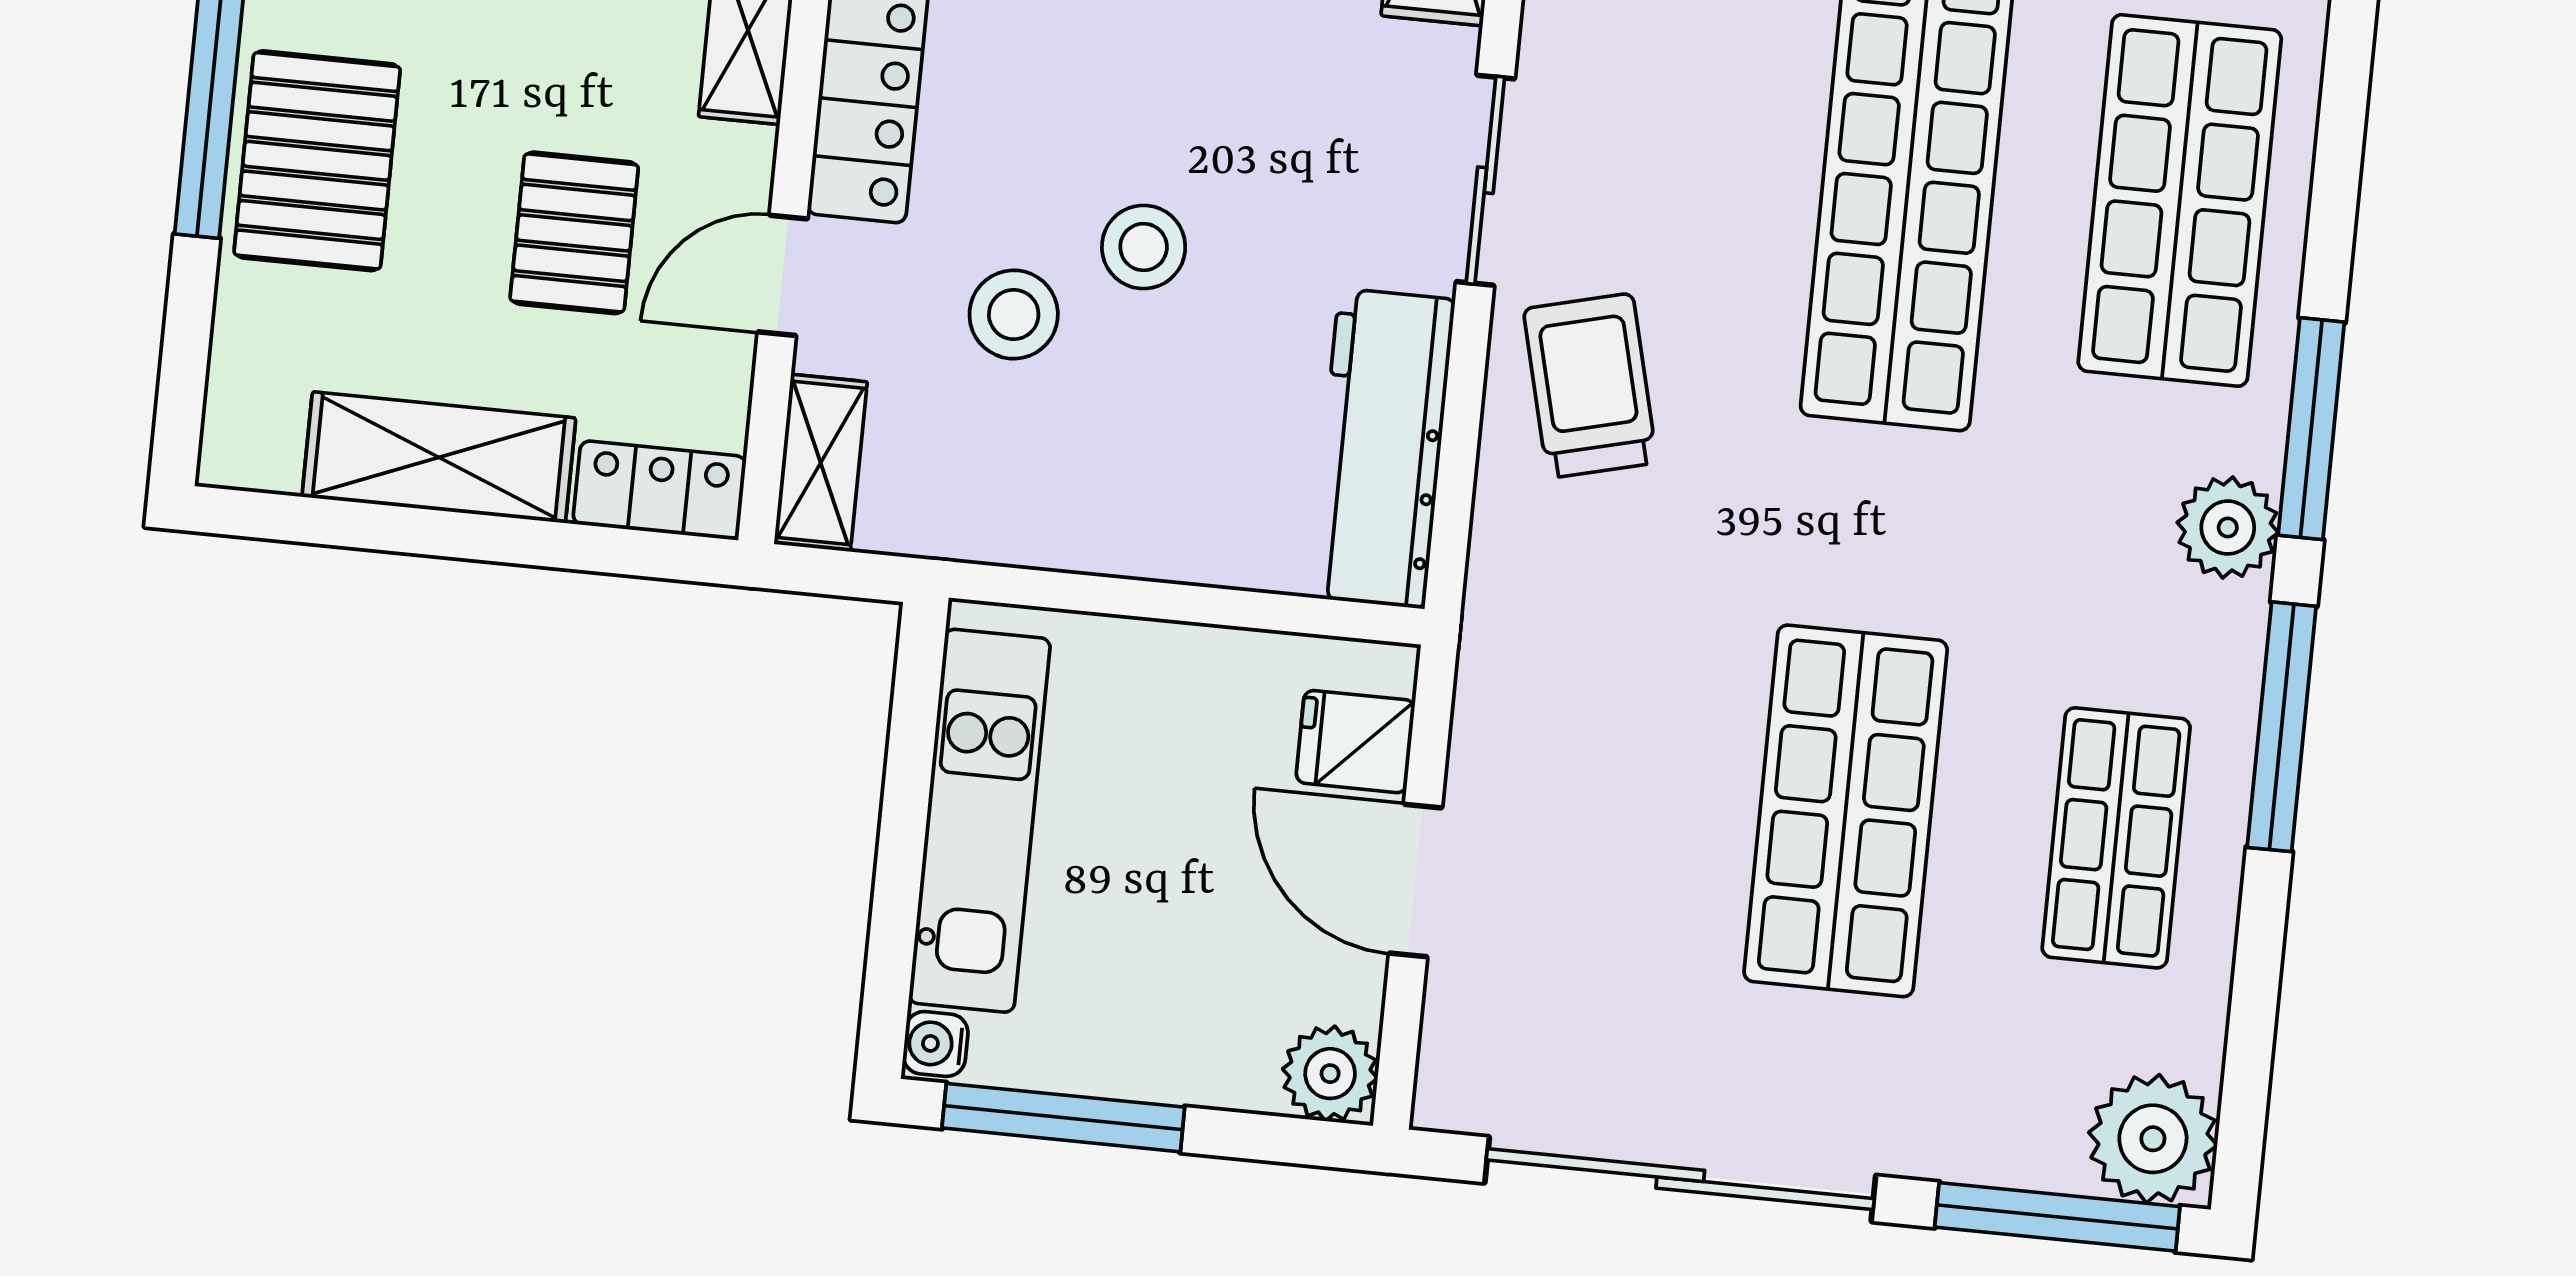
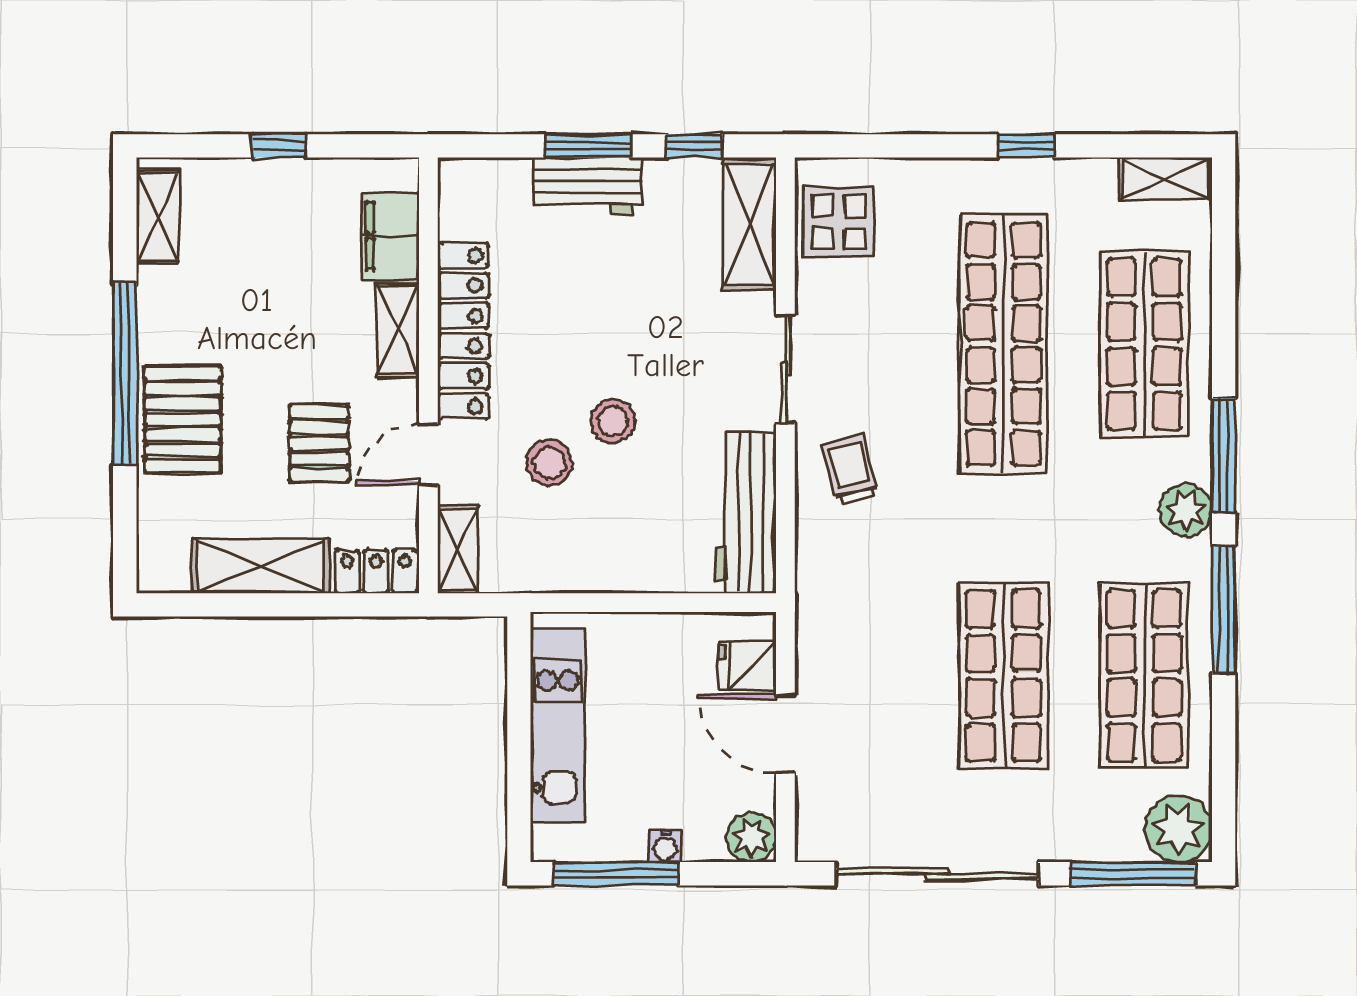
trolley: (1590, 386) -> (850, 470), width x0.73, depth x0.72
shop shelf: (2116, 838) -> (1144, 676), width x1.43, depth x1.36
water cooler: (935, 1044) -> (665, 846), moved, turned -90

